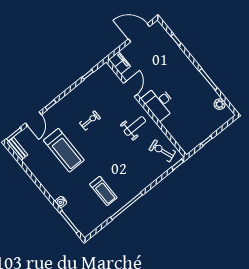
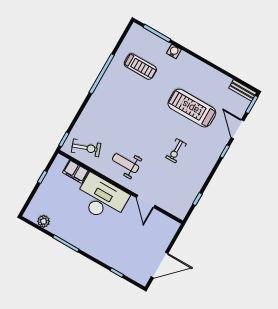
filing cabinet: (120, 63) -> (76, 172), moved
desk: (159, 103) -> (101, 198), width x1.36, depth x1.30
weight bench: (135, 126) -> (126, 163), turned 90
treadmill: (103, 191) -> (140, 67), moved, turned 180

